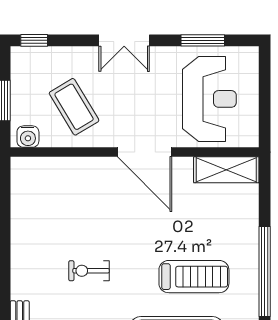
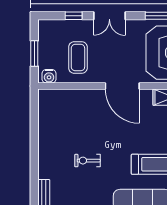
window: (34, 40) -> (74, 16), moved
coffee table: (74, 107) -> (78, 58), turned 31

